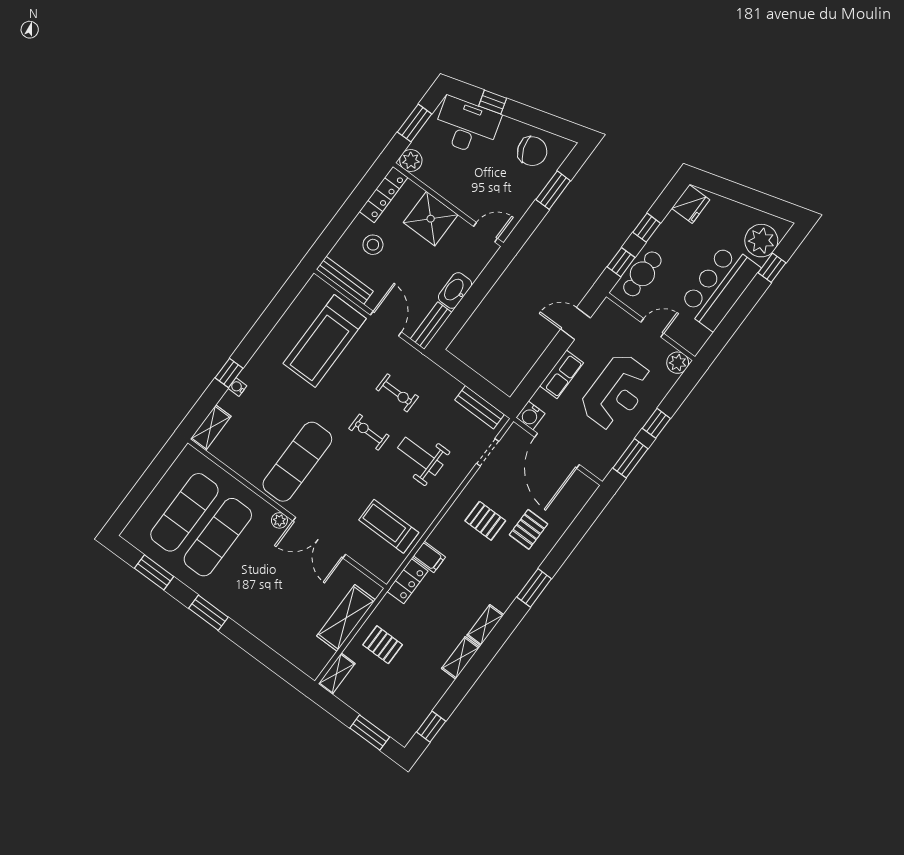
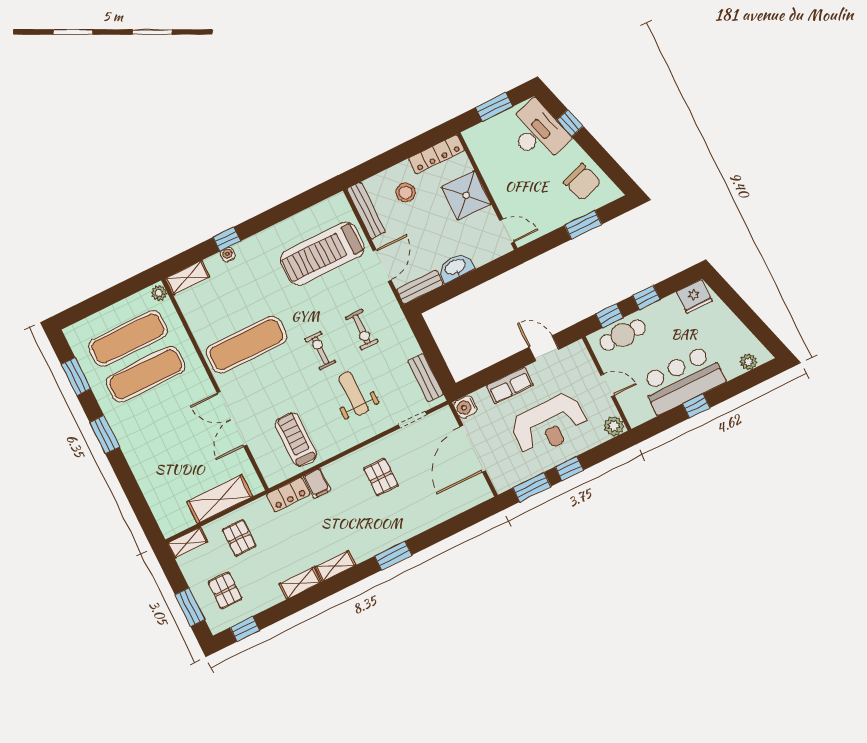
plant: (411, 161) -> (475, 137), removed
plant: (761, 241) -> (748, 362), width x0.53, depth x0.53
window: (772, 268) -> (696, 406), moved
plant: (279, 520) -> (159, 293), moved
pallet: (528, 529) -> (225, 591), moved, turned 90

